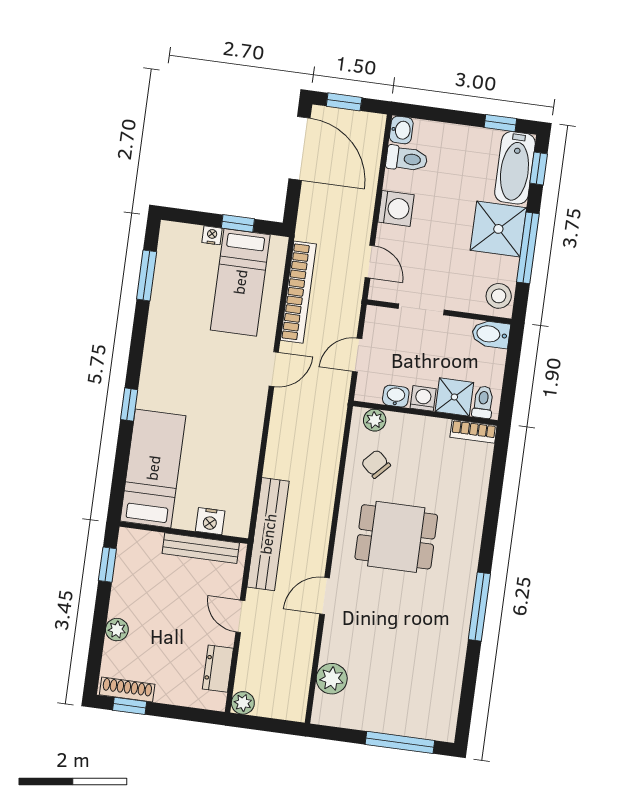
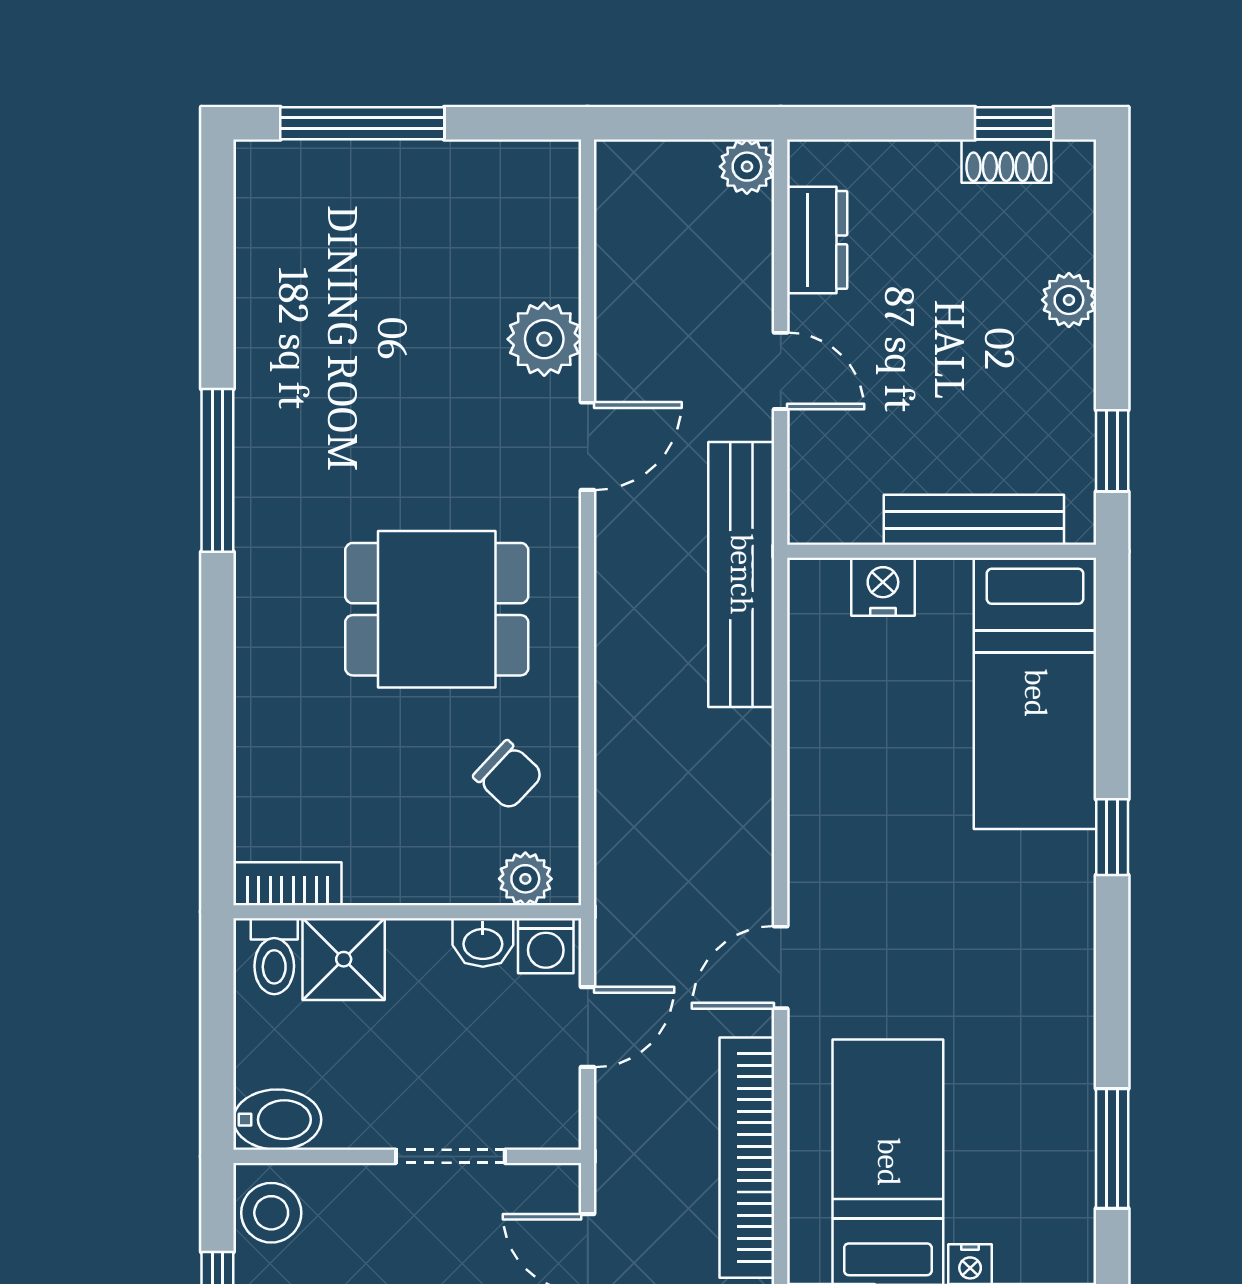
washing machine: (423, 398) -> (546, 946), moved
bench: (201, 548) -> (974, 520), moved
plant: (332, 679) -> (544, 339), moved
shoe rack: (127, 690) -> (1006, 161), width x0.70

